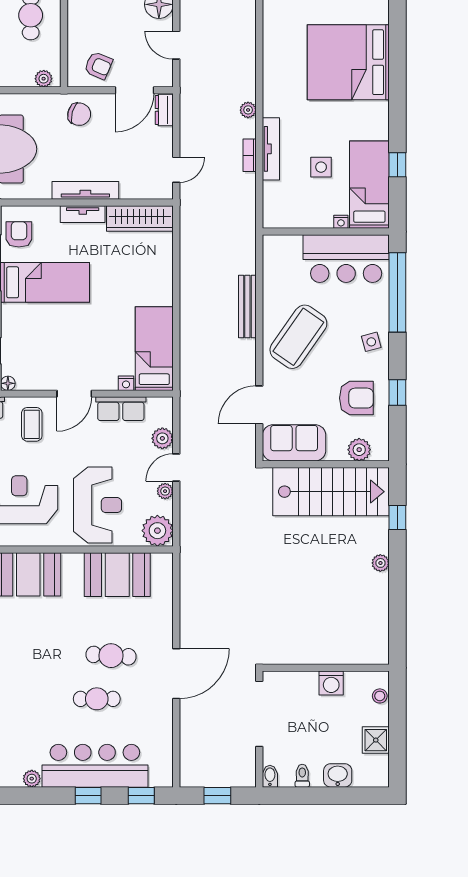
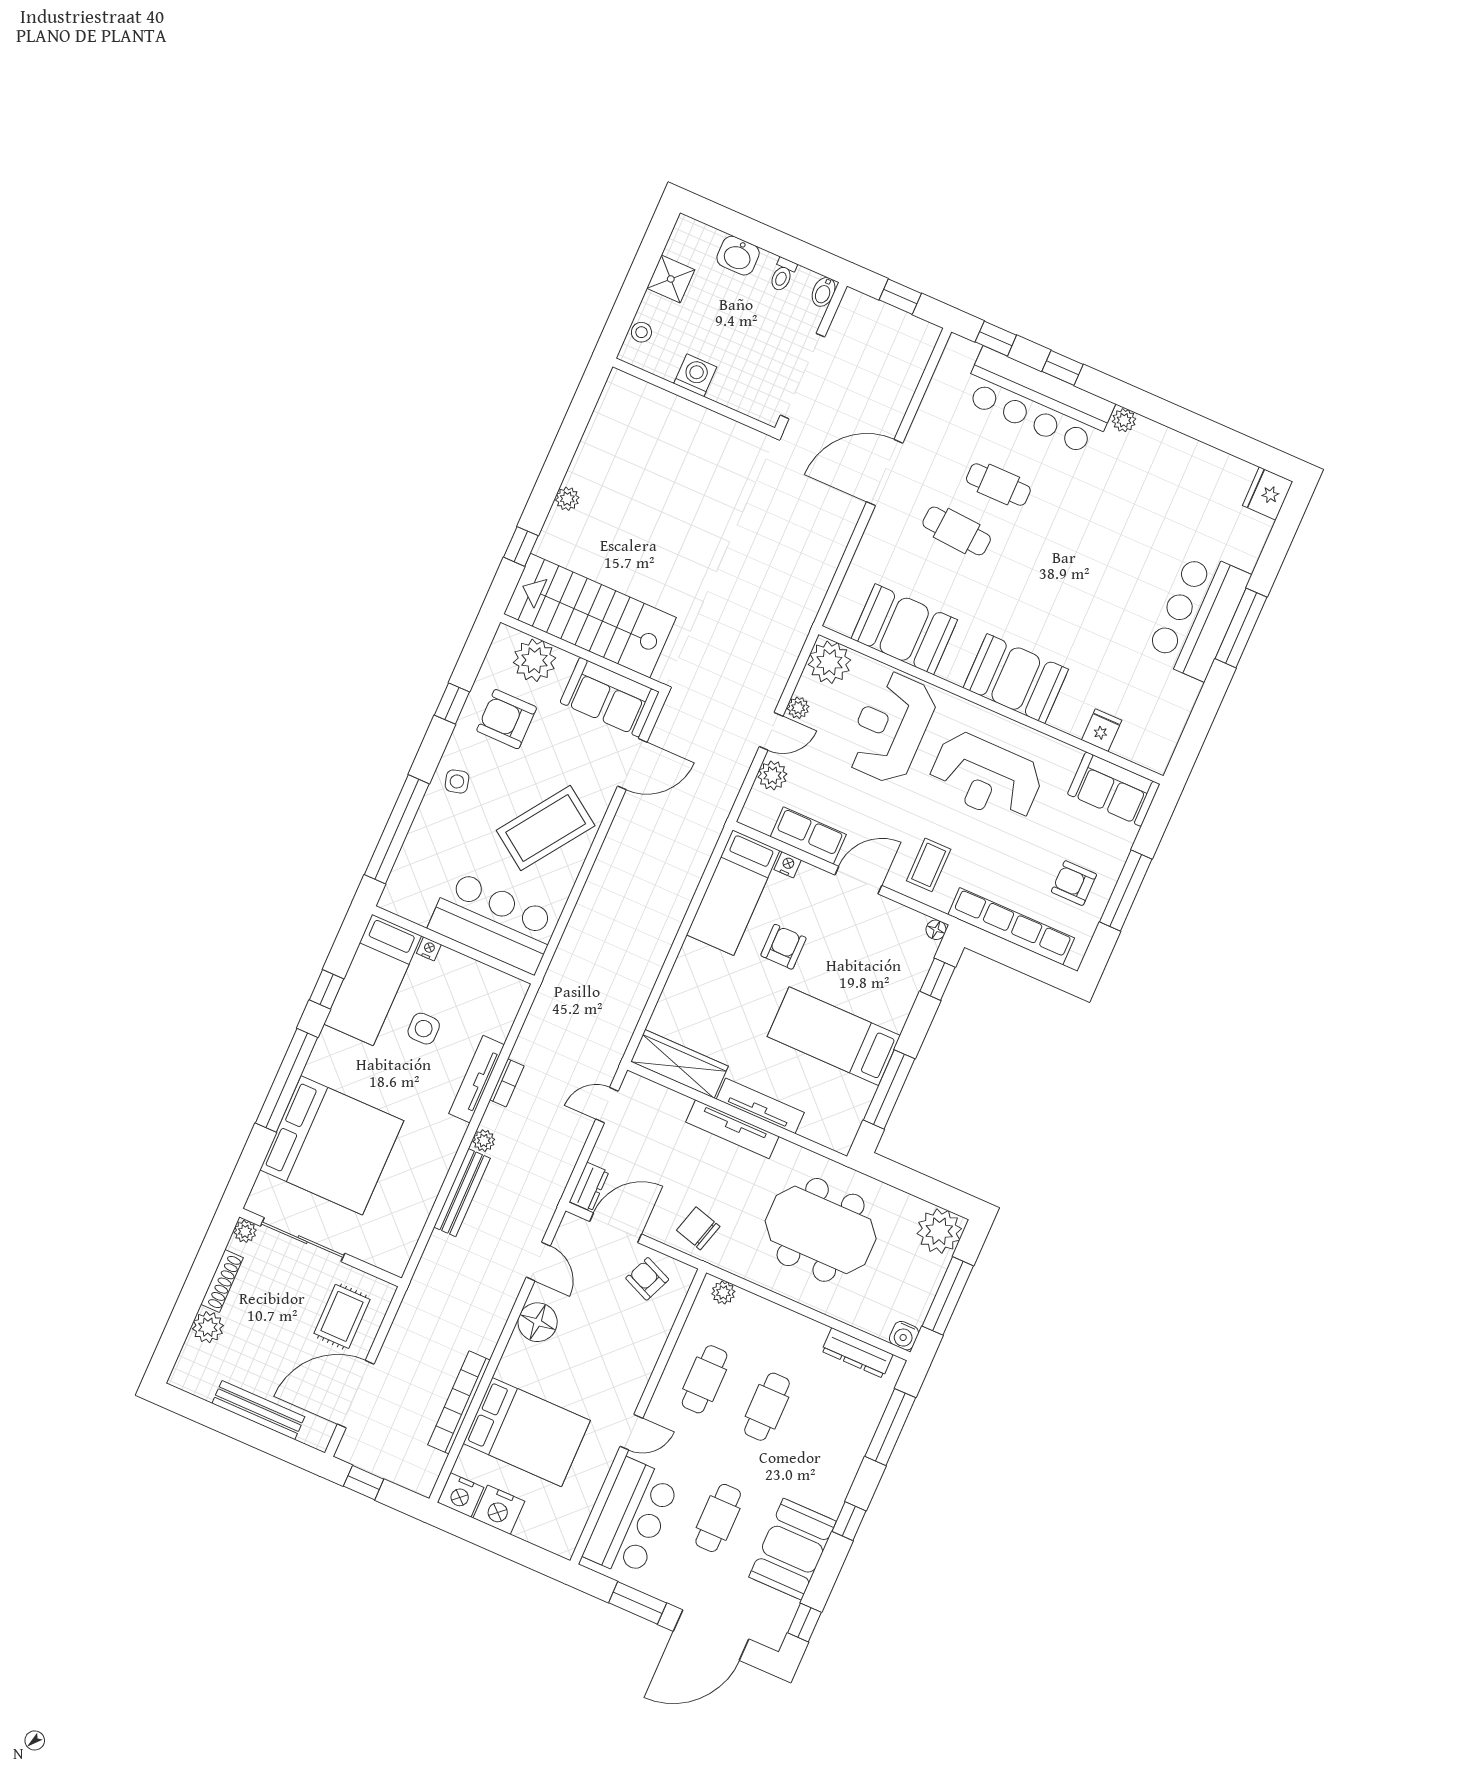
window: (397, 92) -> (287, 1080), added
tv unit: (83, 214) -> (760, 1106), width x1.41
armchair: (19, 234) -> (783, 947), moved, turned 180
bar counter: (346, 259) -> (494, 922), moved
bench: (247, 307) -> (462, 1193), moved
plant: (359, 450) -> (534, 660), width x1.36, depth x1.36

